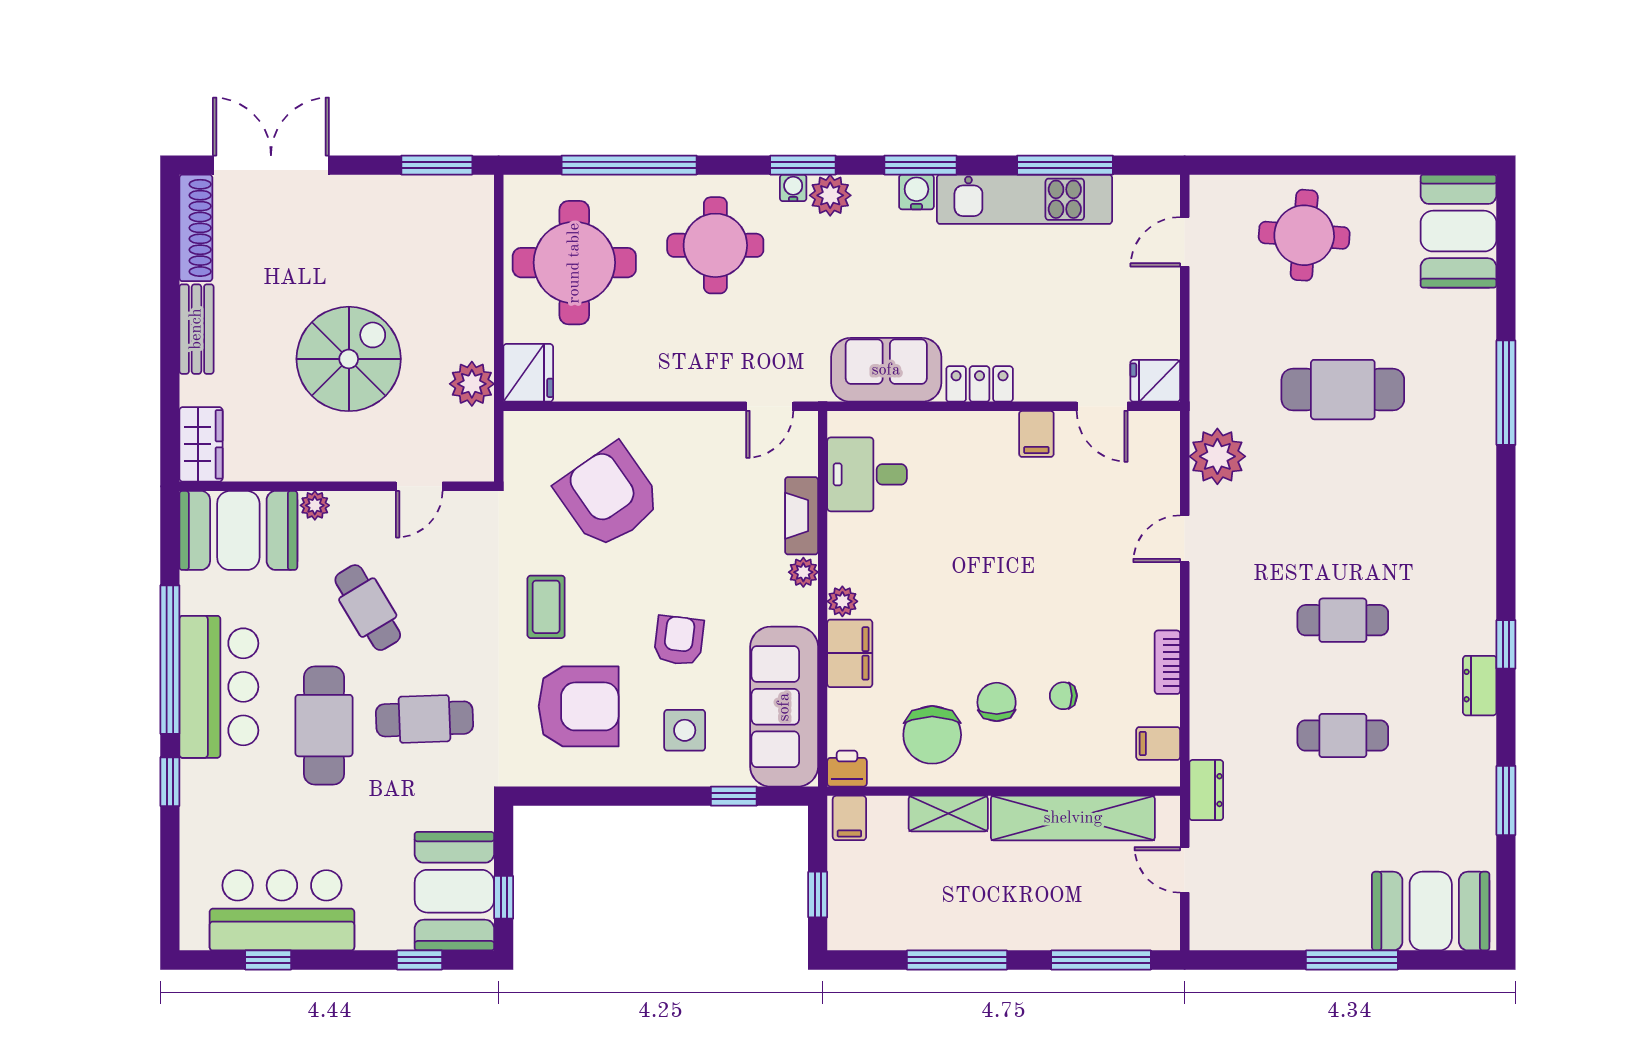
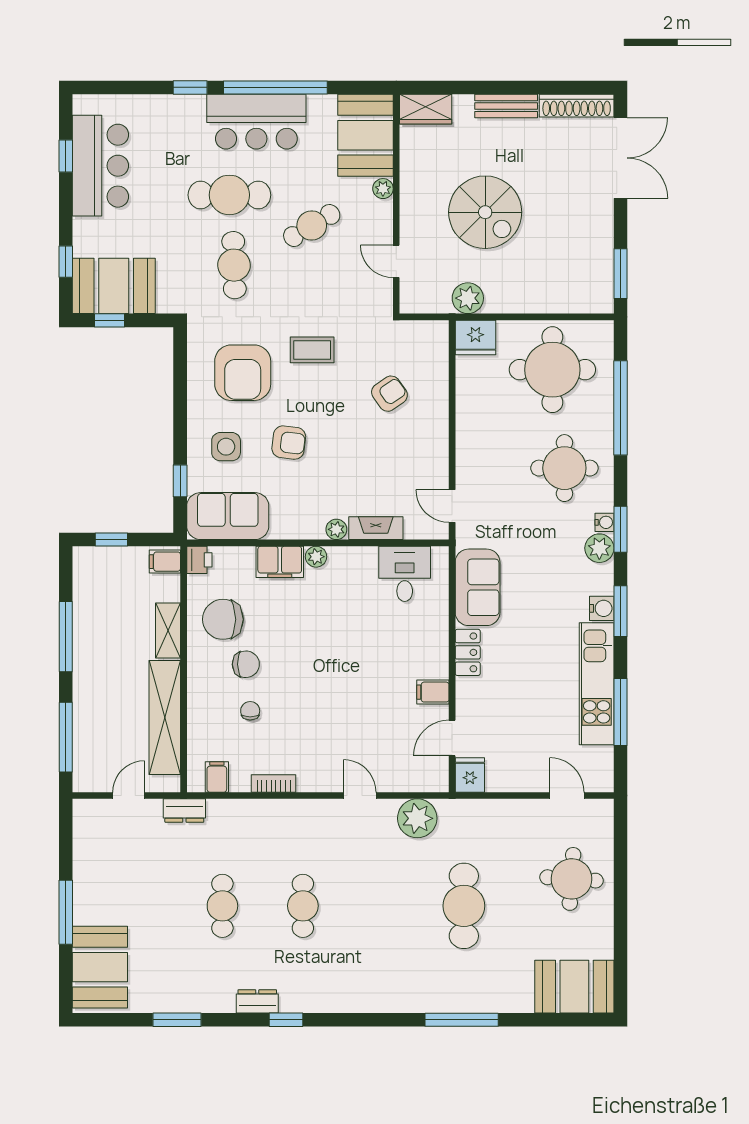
armchair: (609, 496) -> (389, 394), width x0.53, depth x0.53
sofa: (784, 707) -> (228, 516), width x0.73

